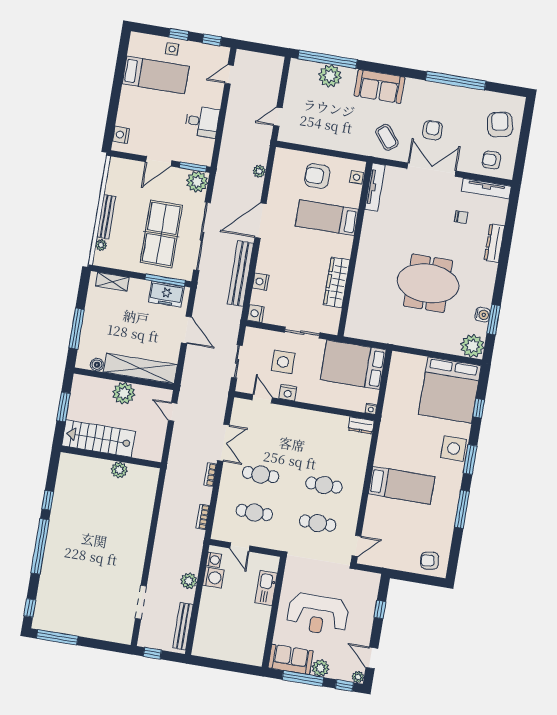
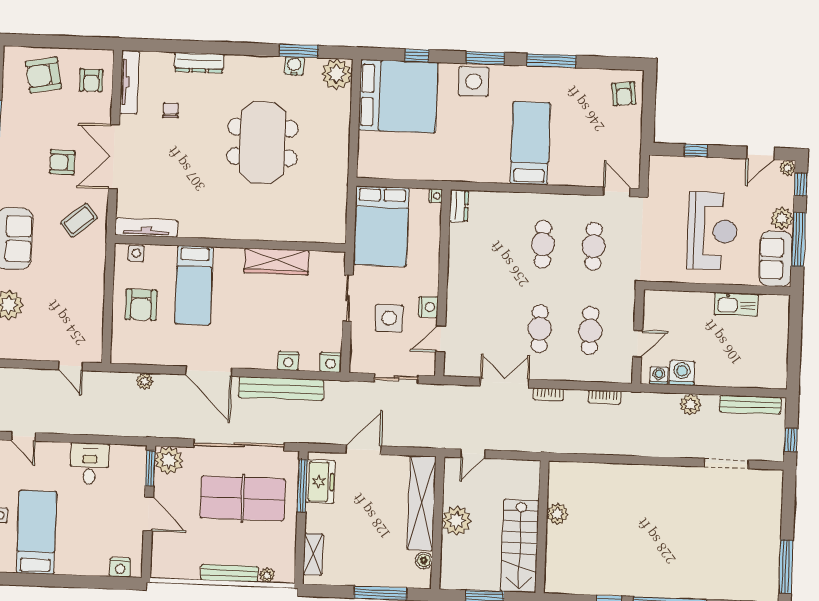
kitchen sink: (266, 588) -> (736, 304), moved

